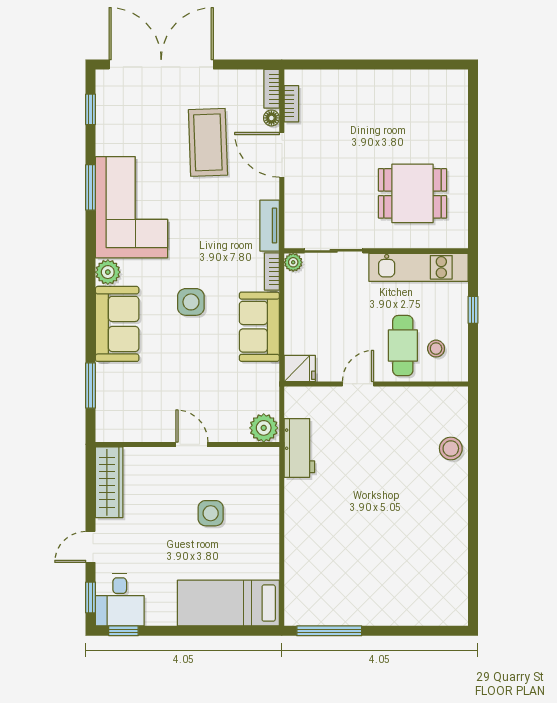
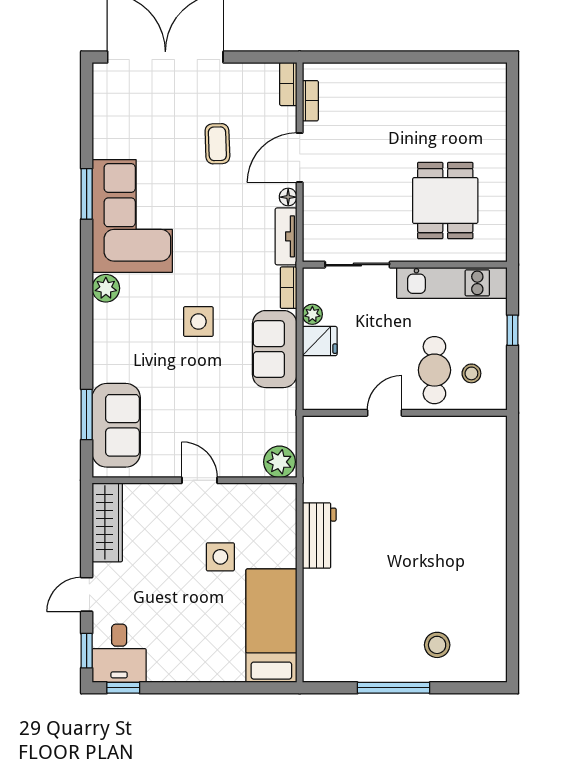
window: (91, 109) -> (87, 107), removed
floor lamp: (271, 118) -> (288, 197), moved
coffee table: (208, 142) -> (217, 144), width x0.54, depth x0.58
door: (282, 155) -> (300, 158), hinge flipped
dining table: (412, 193) -> (445, 201), turned 90
plant: (293, 262) -> (312, 314), moved
sofa: (117, 324) -> (116, 425), moved
fridge: (300, 368) -> (320, 341), moved
workbench: (299, 448) -> (319, 536), moved
stool: (451, 448) -> (437, 645), moved
bed: (228, 603) -> (271, 626), moved, turned 90
window: (329, 631) -> (394, 688), moved

